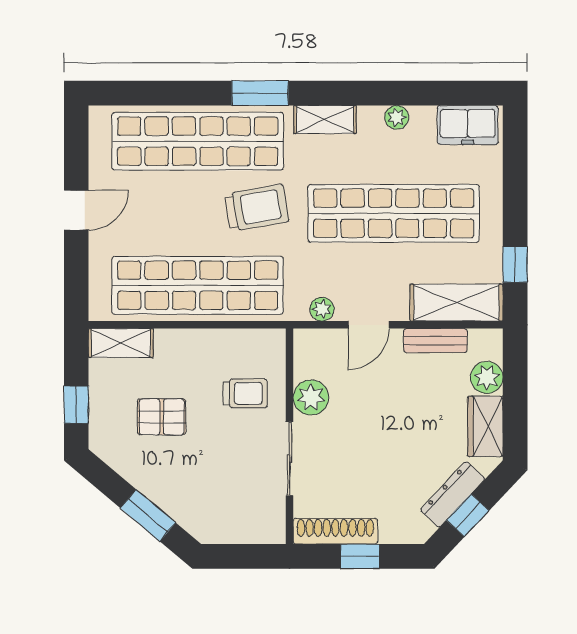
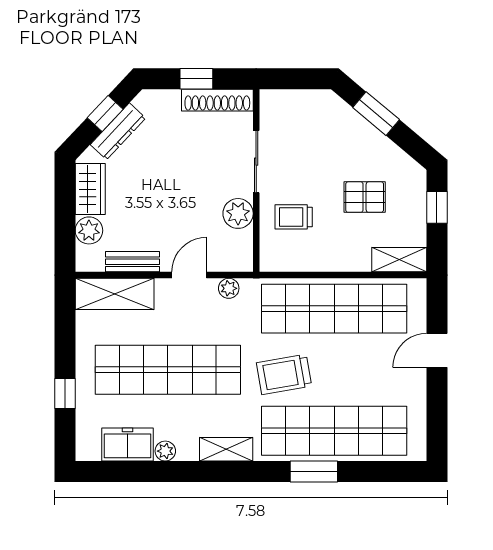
window: (260, 93) -> (314, 471), moved
freezer: (468, 125) -> (127, 444), moved
door: (76, 210) -> (437, 350), moved
window: (515, 265) -> (65, 393), moved

